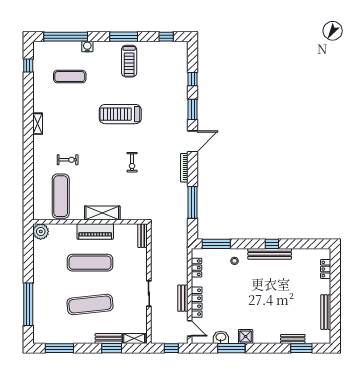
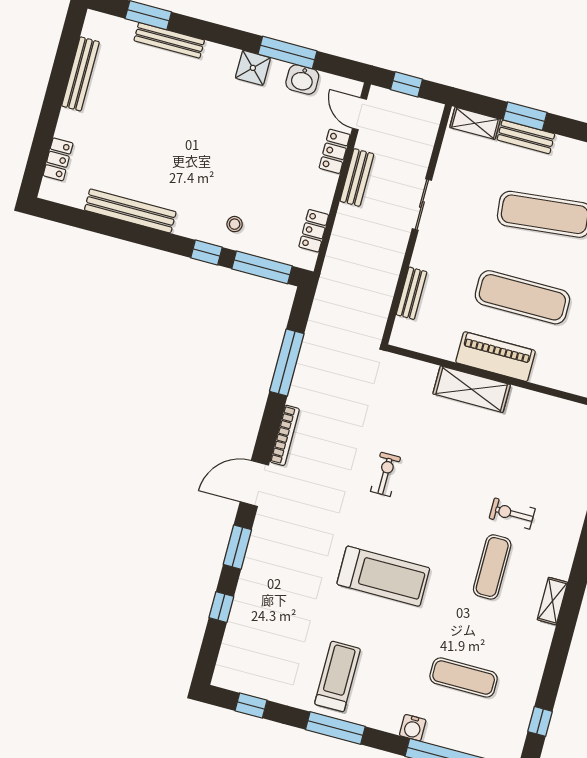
exercise mat: (61, 196) -> (492, 567), moved, width x0.73, depth x0.69
bench: (143, 236) -> (412, 293), moved
window: (272, 244) -> (206, 253), moved
bench: (270, 254) -> (130, 211), moved
locker: (197, 302) -> (335, 151), width x0.66
bench: (293, 339) -> (169, 40), width x1.36

